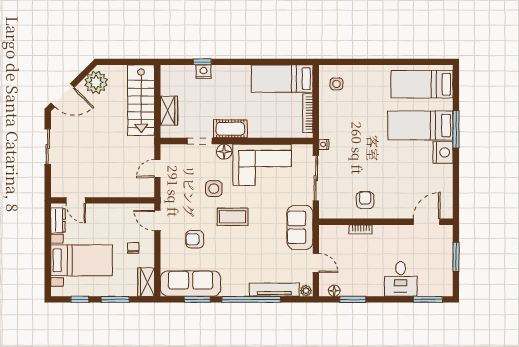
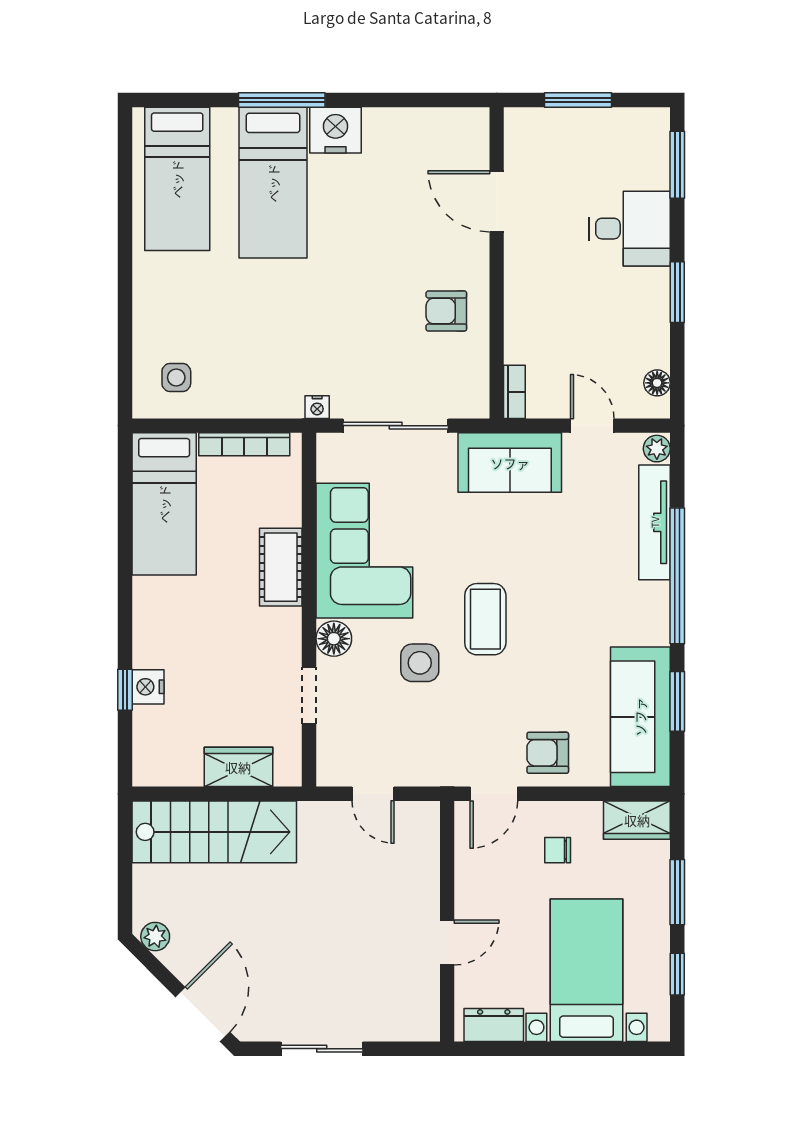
plant: (96, 82) -> (155, 937), width x0.53, depth x0.53
cot: (230, 129) -> (281, 567), moved
door: (76, 200) -> (447, 942), moved
door: (427, 222) -> (497, 201), moved
bookcase: (361, 229) -> (514, 392), moved
armchair: (195, 239) -> (548, 753), moved, turned 90
door: (316, 263) -> (592, 426), hinge flipped
window: (353, 299) -> (677, 292), moved

